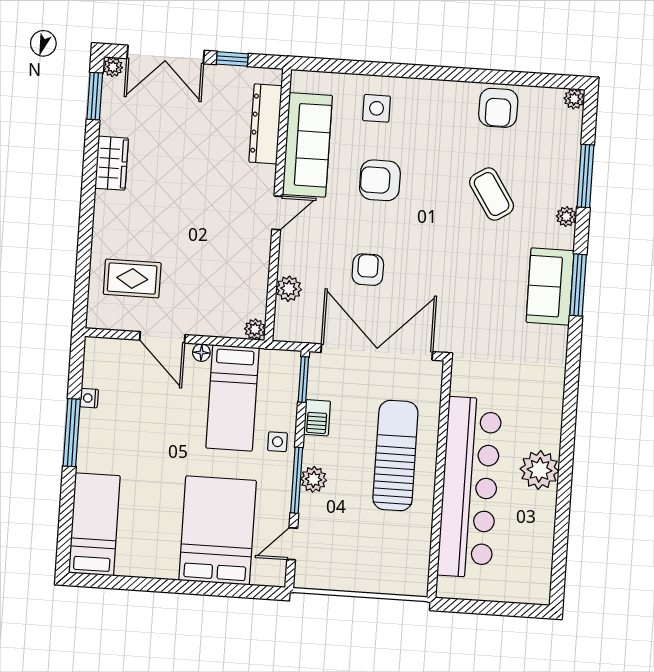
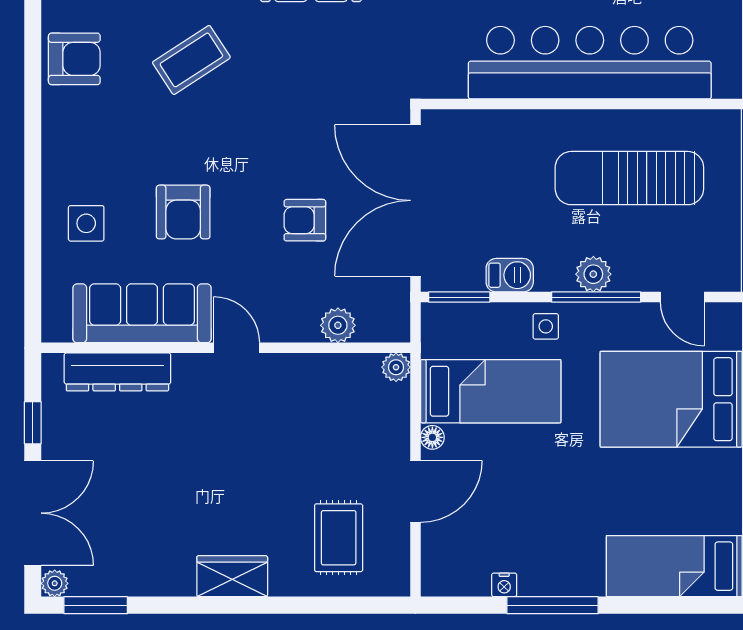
wardrobe: (112, 163) -> (232, 576), moved
sun lounger: (395, 456) -> (629, 178), moved

